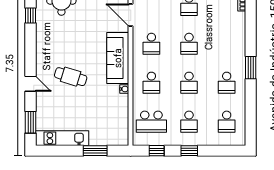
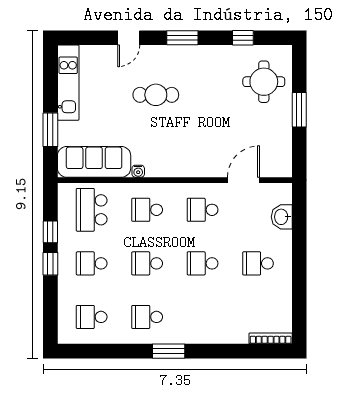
sofa: (118, 58) -> (94, 162), moved
cafe table: (71, 77) -> (156, 95), turned 73
door: (31, 84) -> (129, 38), moved
window: (31, 122) -> (182, 38), moved
window: (157, 151) -> (50, 232), moved

